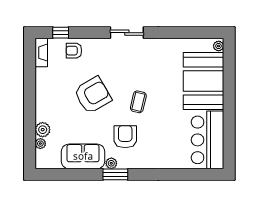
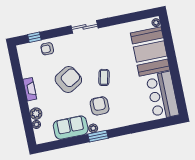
fireplace: (41, 53) -> (30, 89), moved

